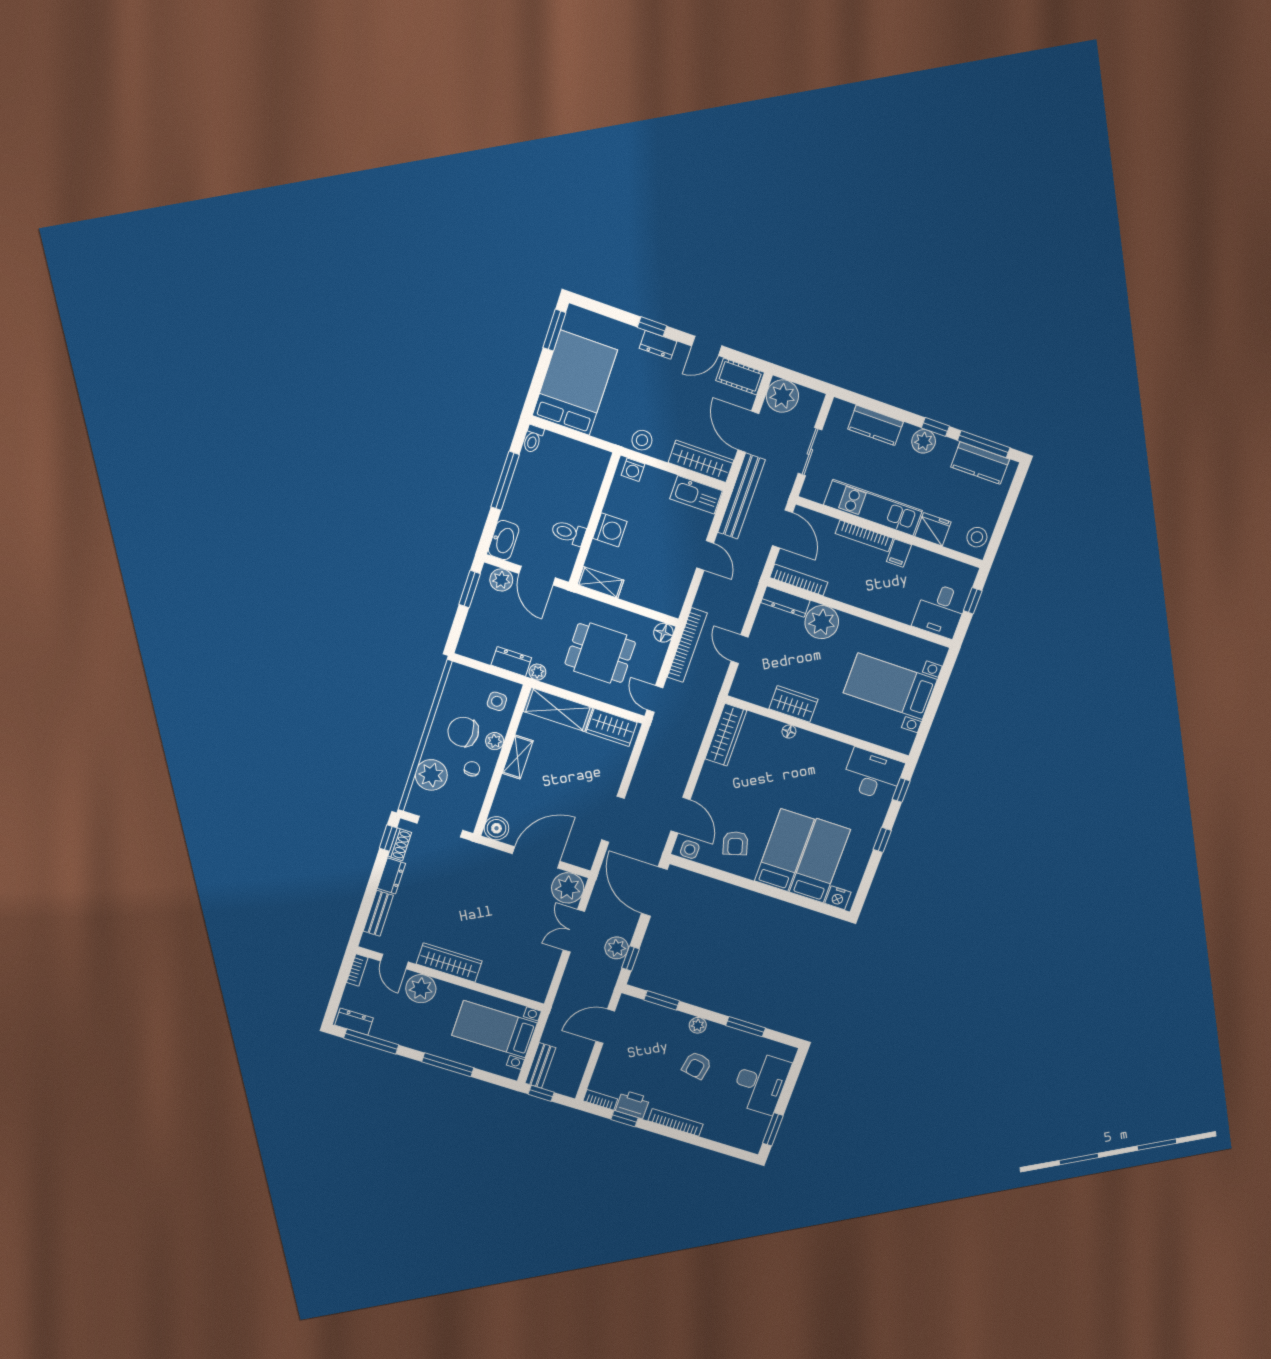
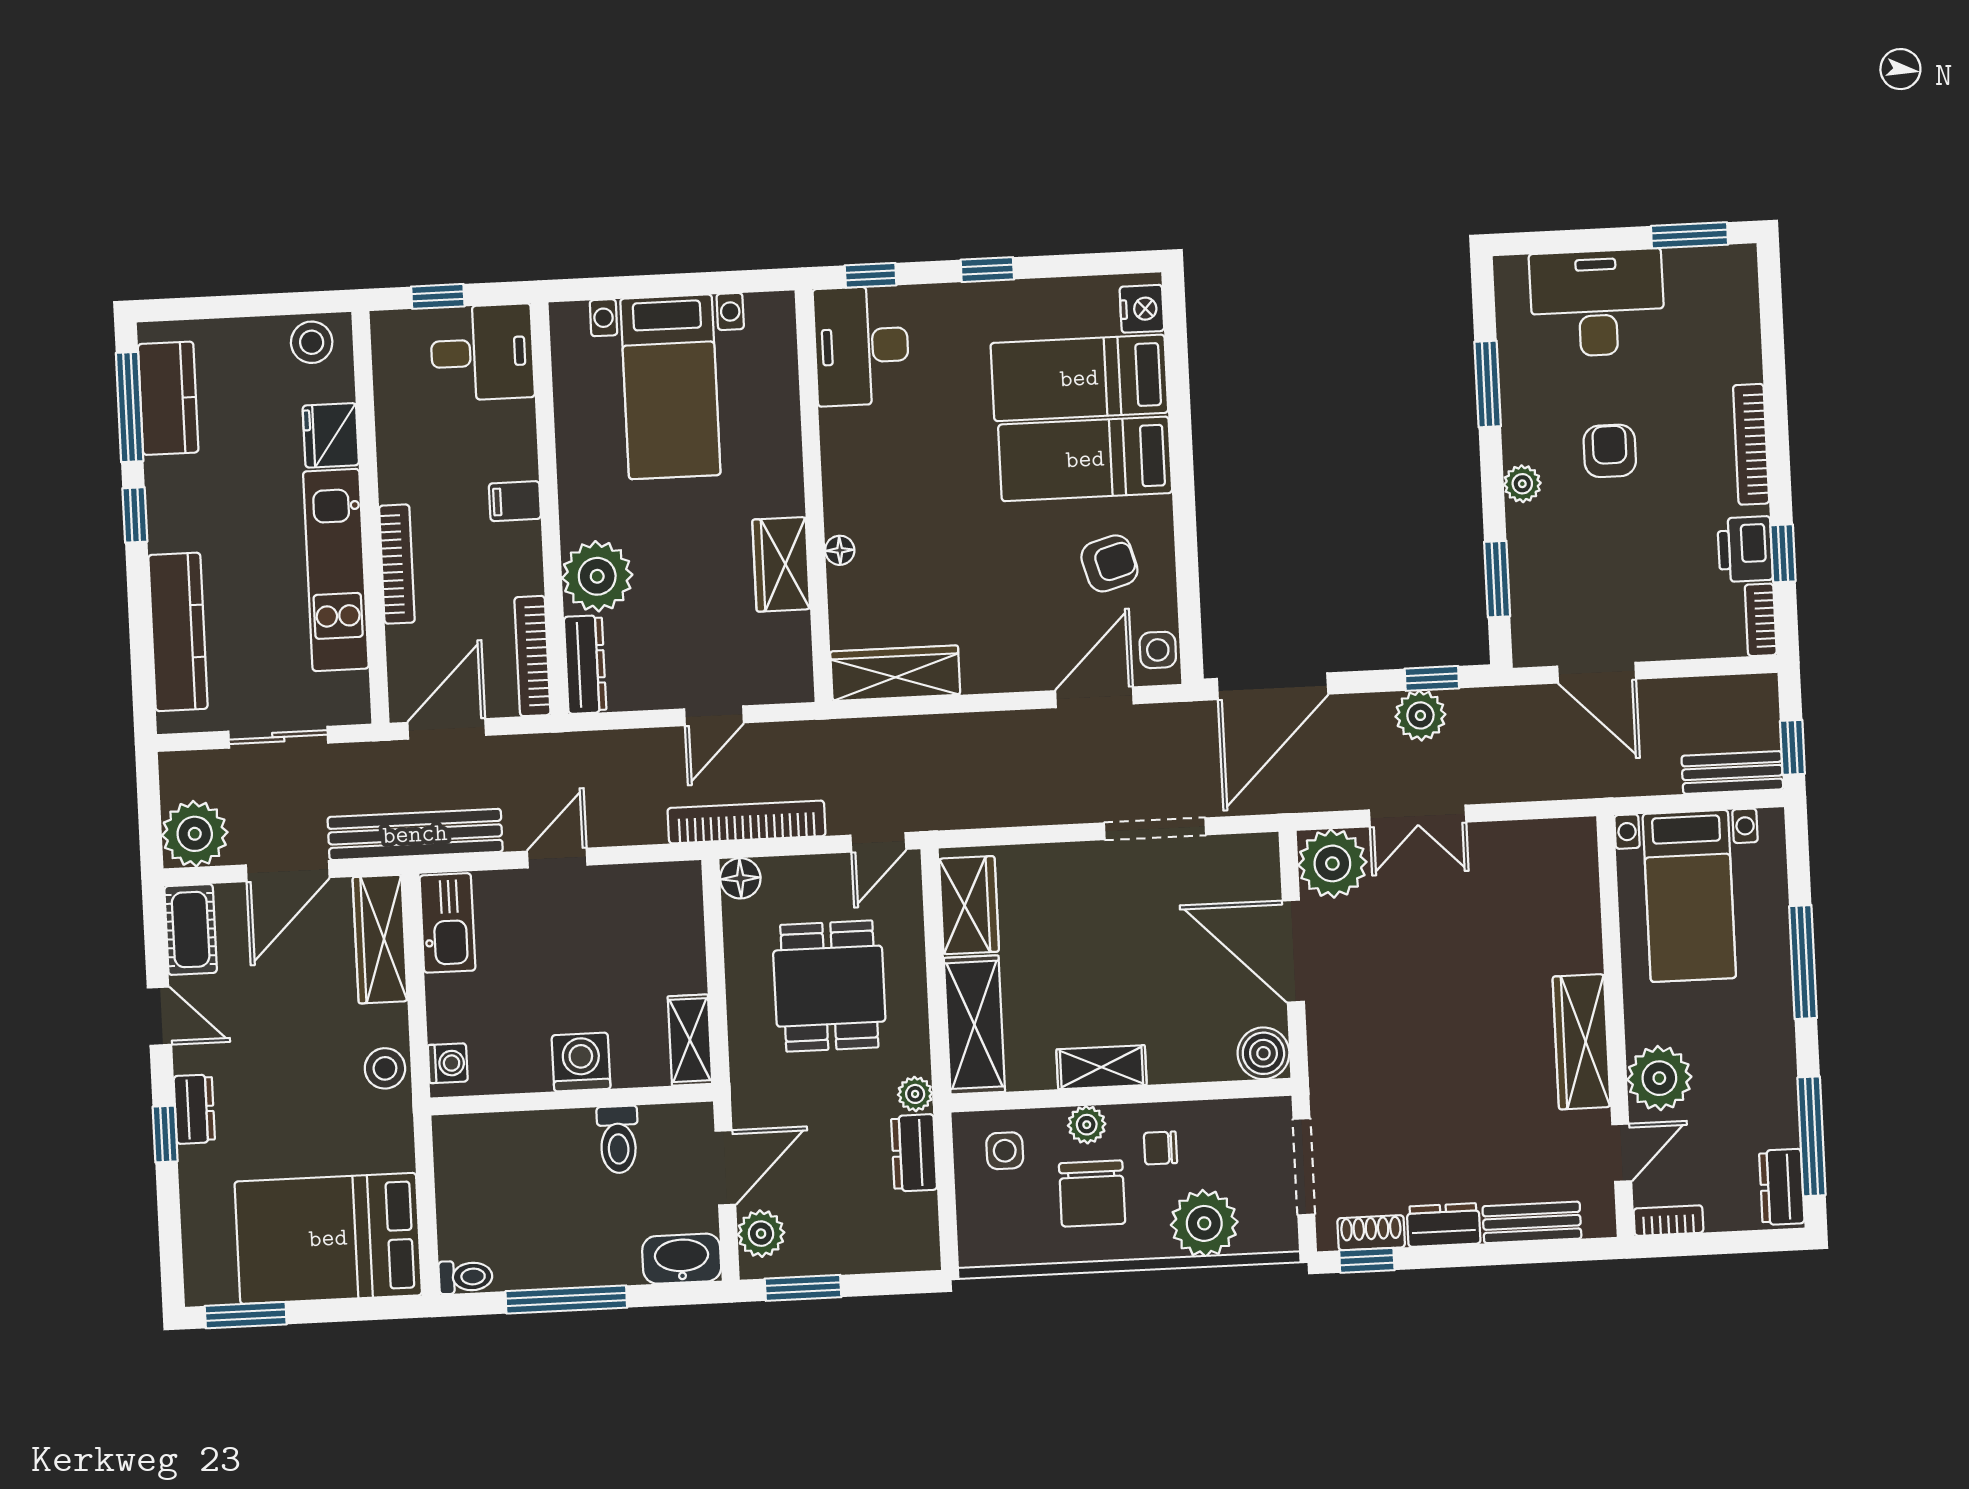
kitchen counter: (876, 425) -> (178, 632), width x1.50
plant: (924, 441) -> (171, 526), removed
filing cabinet: (899, 553) -> (515, 501), moved, turned 180
armchair: (697, 1065) -> (1610, 451), turned -100

